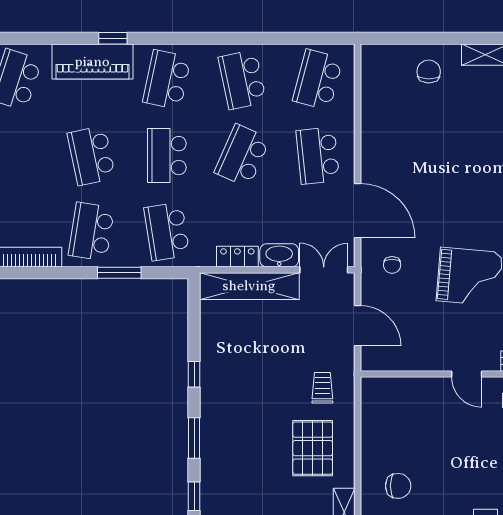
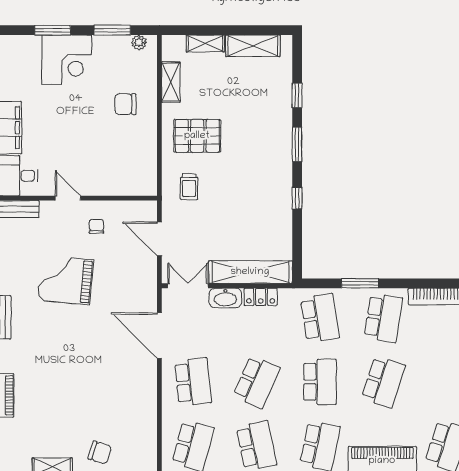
chair: (429, 72) -> (100, 453), turned -74
school desk: (91, 156) -> (383, 382), turned 30
chair: (392, 265) -> (96, 226), moved
double door: (324, 270) -> (188, 286), swing flipped
pallet: (313, 448) -> (197, 136), turned 90

